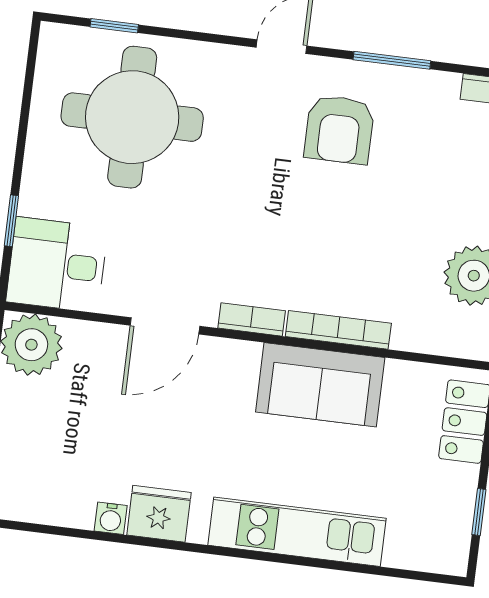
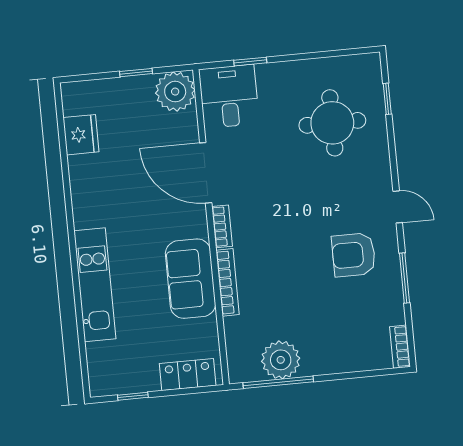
round table: (132, 117) -> (332, 123), width x0.73, depth x0.73
door: (165, 326) -> (206, 173), width x1.36
fridge: (159, 514) -> (81, 135), moved
water cooler: (111, 518) -> (77, 166), removed

